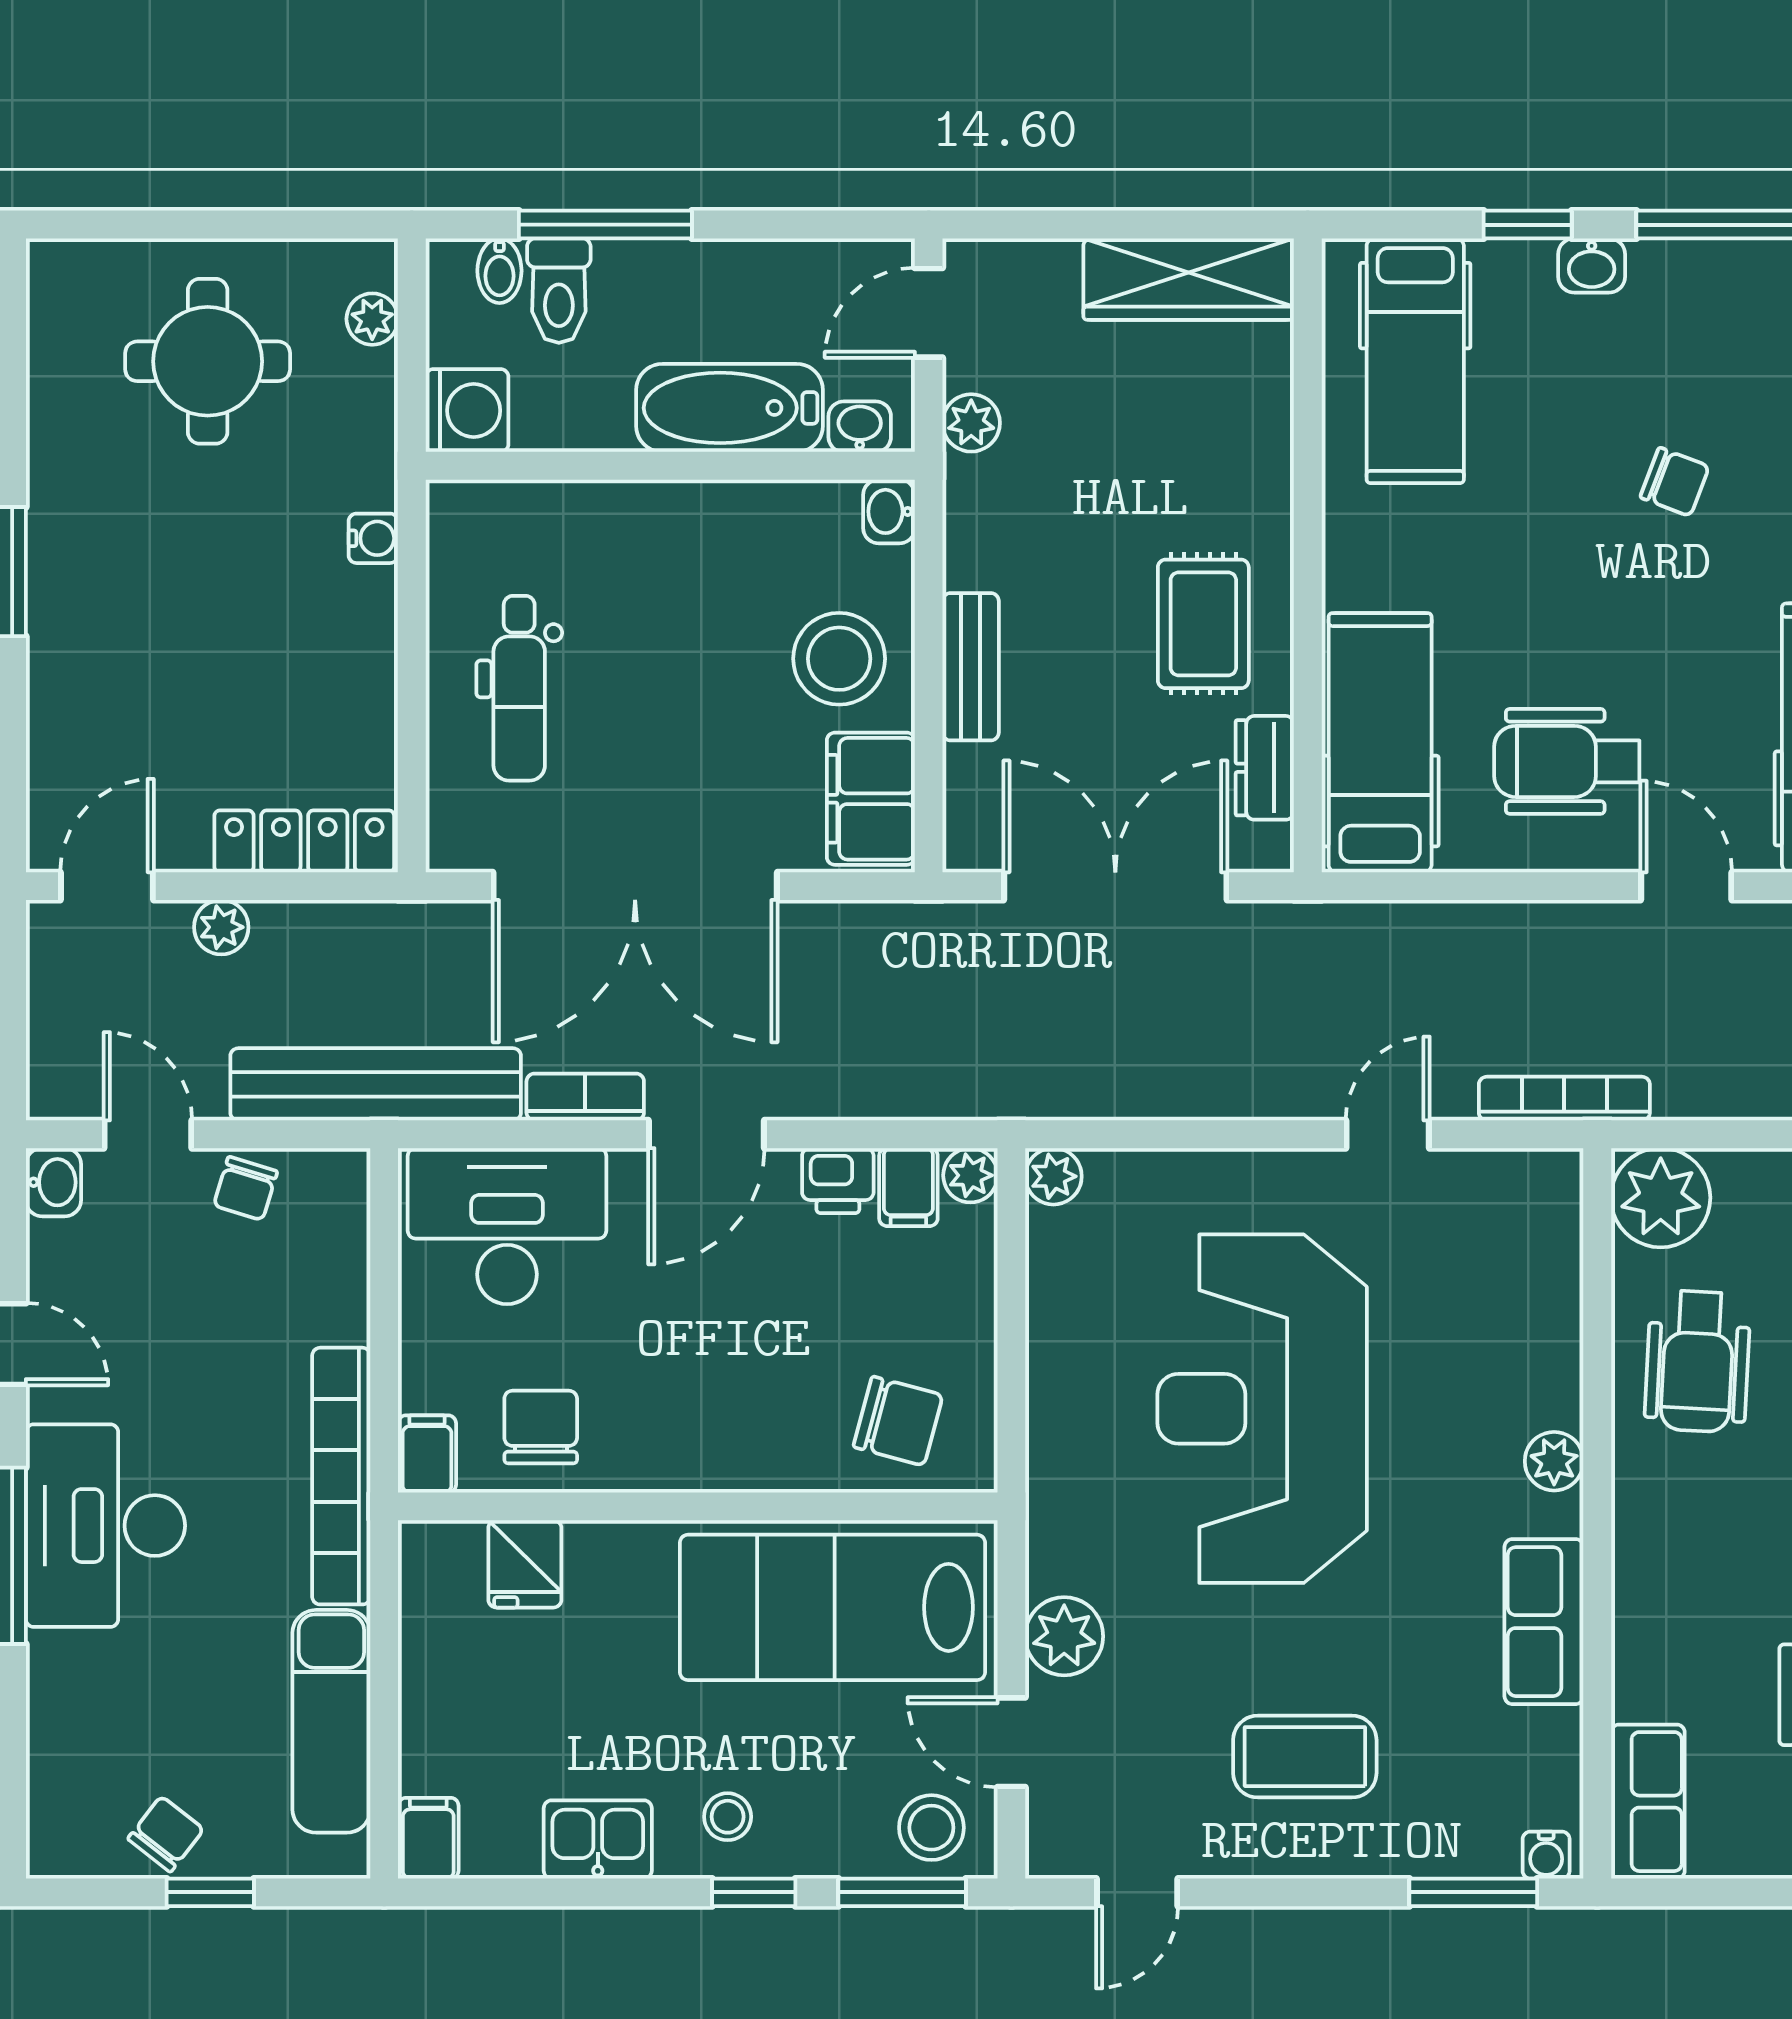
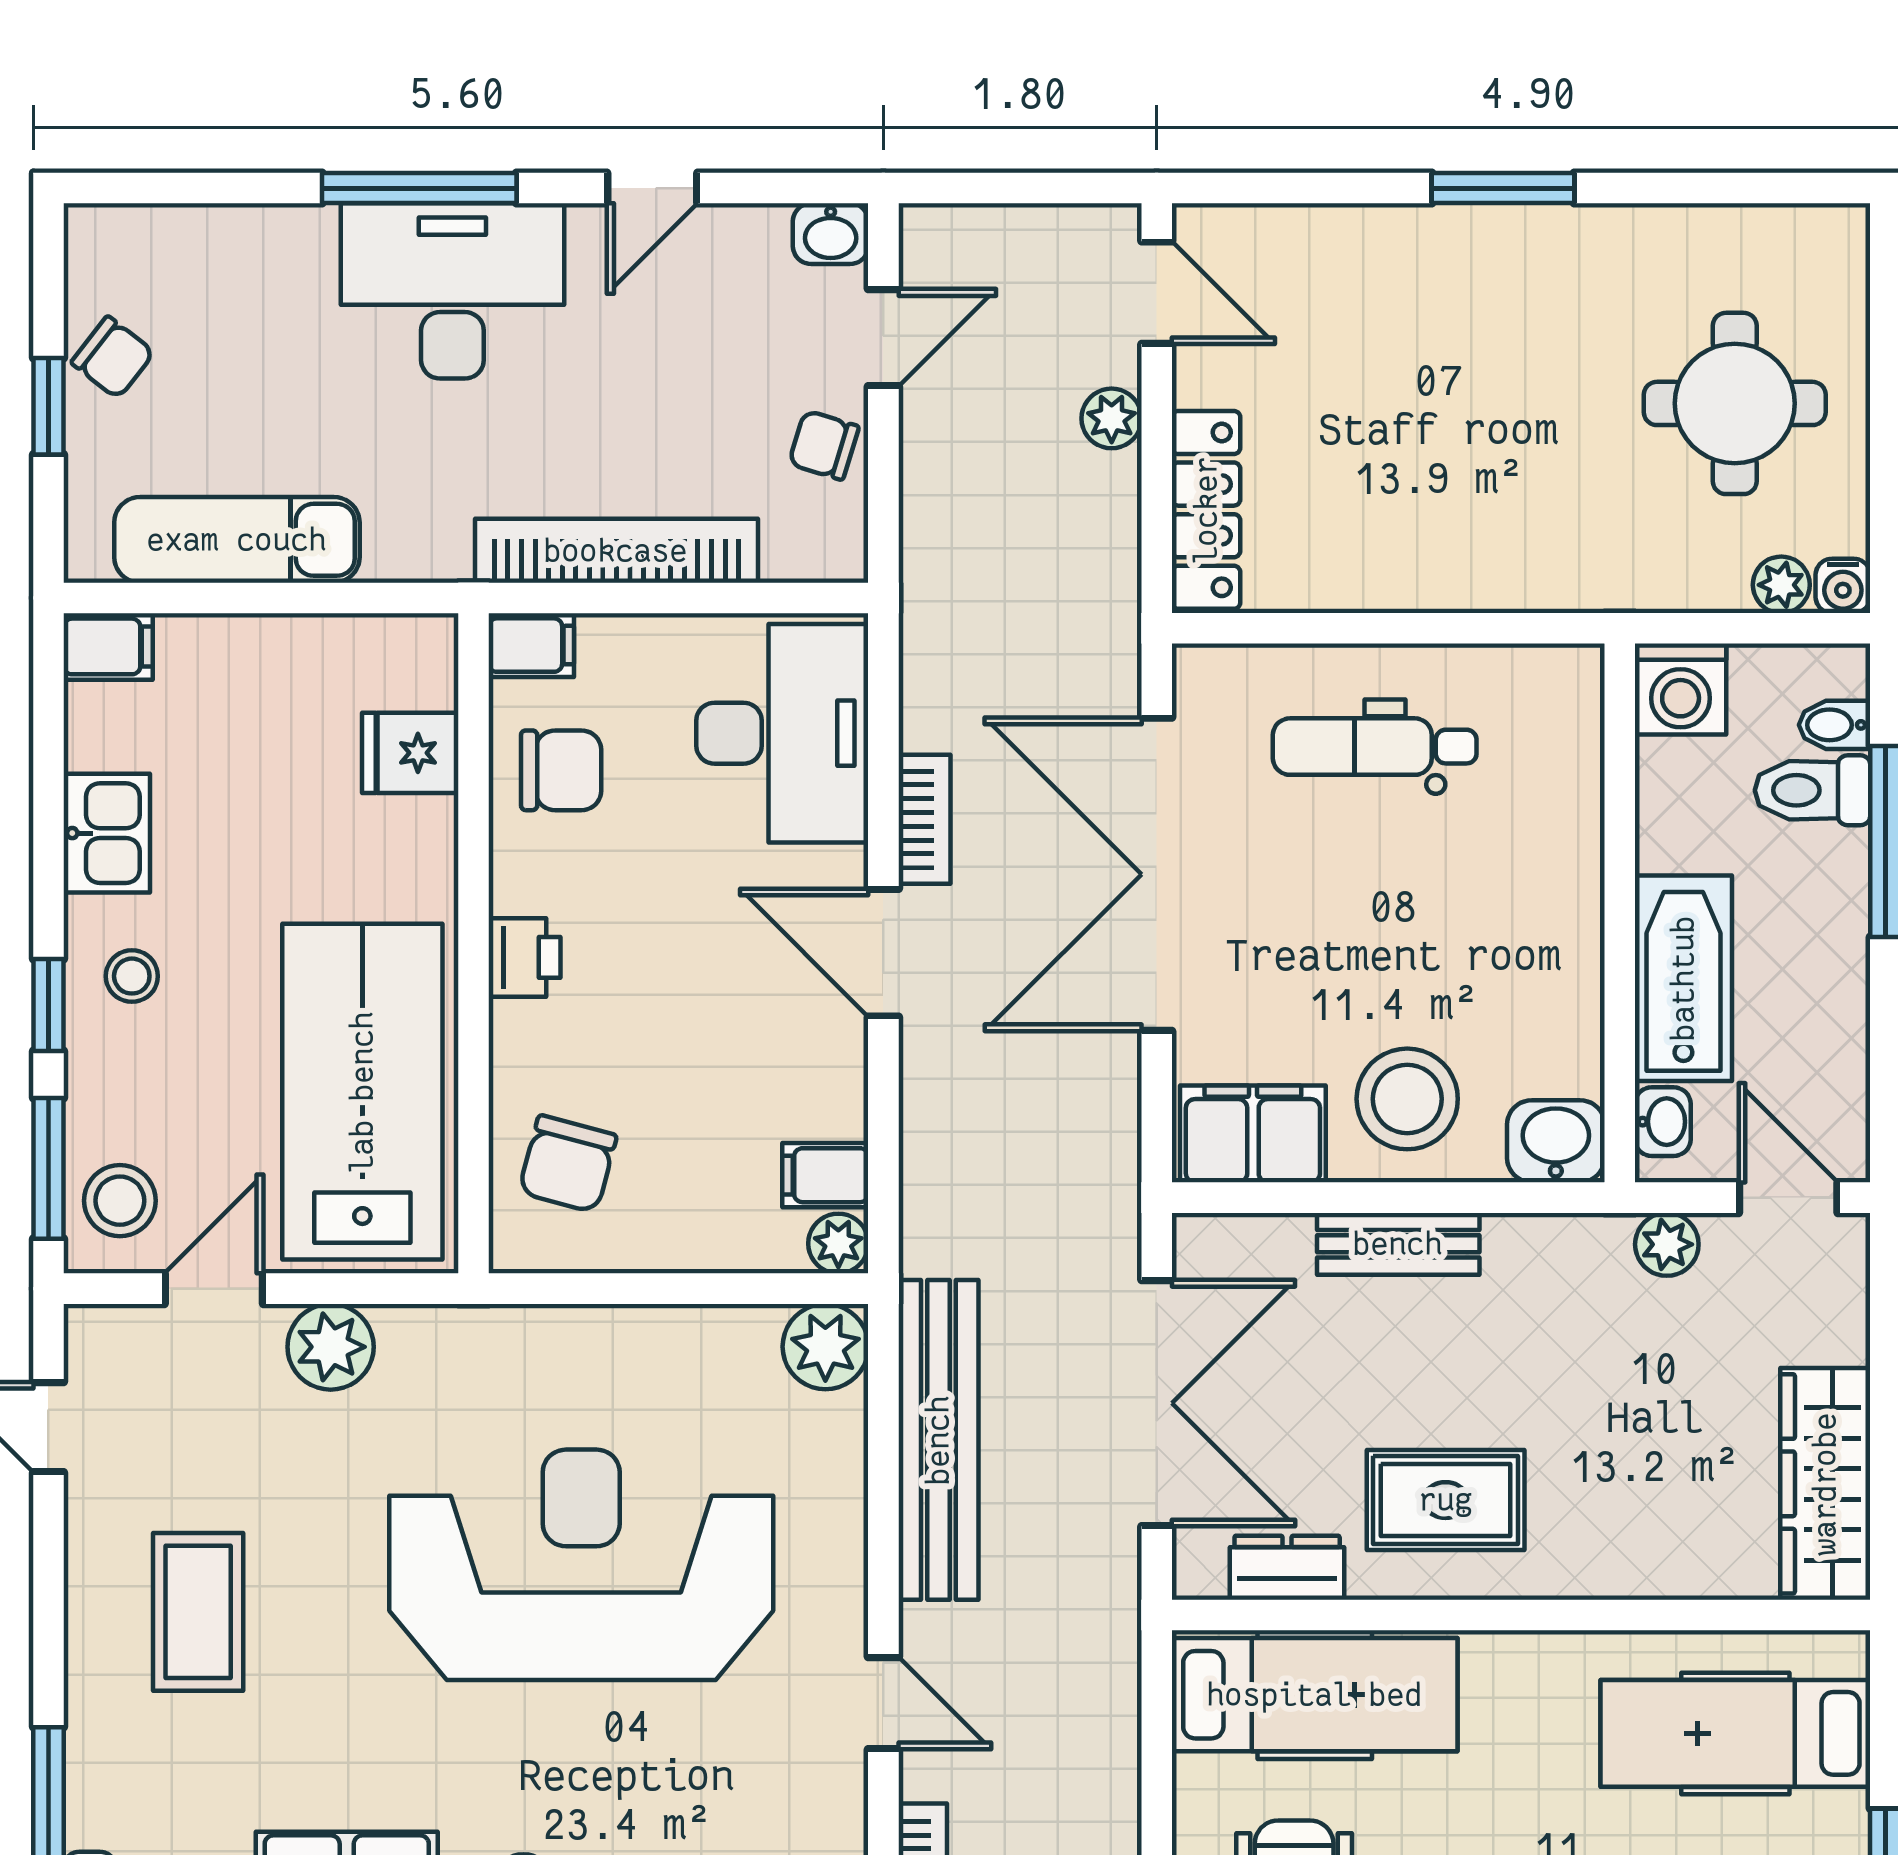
washbasin: (889, 511) -> (1556, 1141), width x1.38, depth x1.45
water cooler: (373, 538) -> (1843, 586), moved
bench: (376, 1084) -> (938, 1440), moved
plant: (1053, 1176) -> (825, 1347), width x1.38, depth x1.38
printer: (838, 1181) -> (525, 957), moved, turned 180
bookcase: (341, 1476) -> (616, 551), moved

